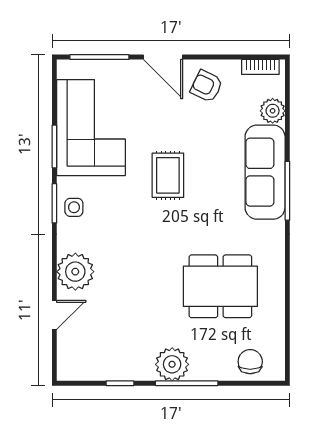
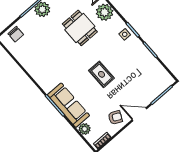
corner sofa: (91, 128) -> (143, 68), removed
dining table: (220, 286) -> (80, 28), moved, width x0.73

